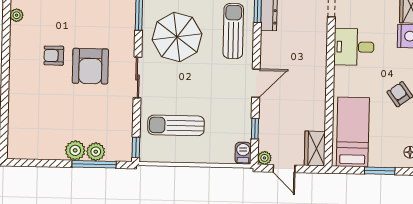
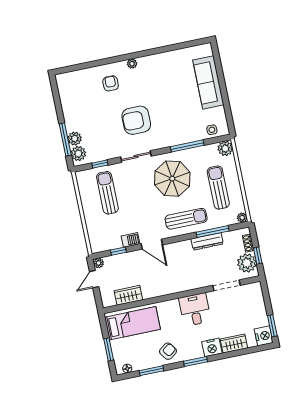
plant: (17, 15) -> (132, 64), moved
armchair: (54, 56) -> (111, 83), moved
window: (136, 147) -> (100, 164), moved
wardrobe: (315, 148) -> (128, 295), moved
plant: (75, 150) -> (78, 154), moved
barbecue: (243, 153) -> (130, 240), moved

